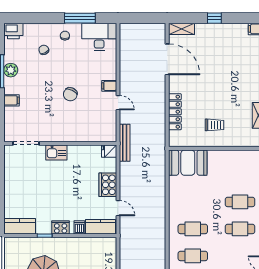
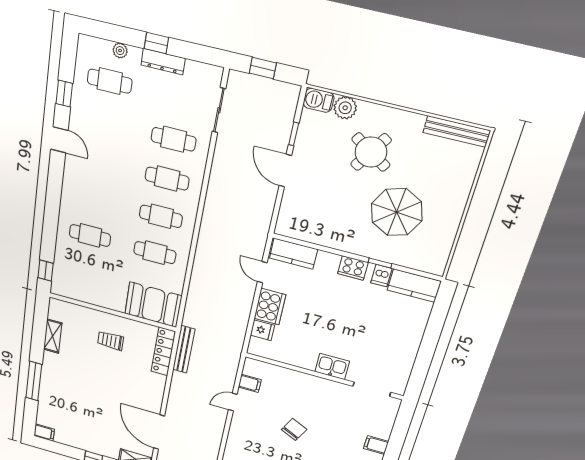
filing cabinet: (109, 86) -> (250, 383), moved
door: (118, 103) -> (233, 402), hinge flipped
locker: (175, 112) -> (163, 352), moved
bench: (125, 143) -> (184, 349), moved
fridge: (109, 151) -> (262, 330), moved
dishwasher: (79, 227) -> (381, 276), moved
cafe table: (240, 229) -> (155, 253), moved

